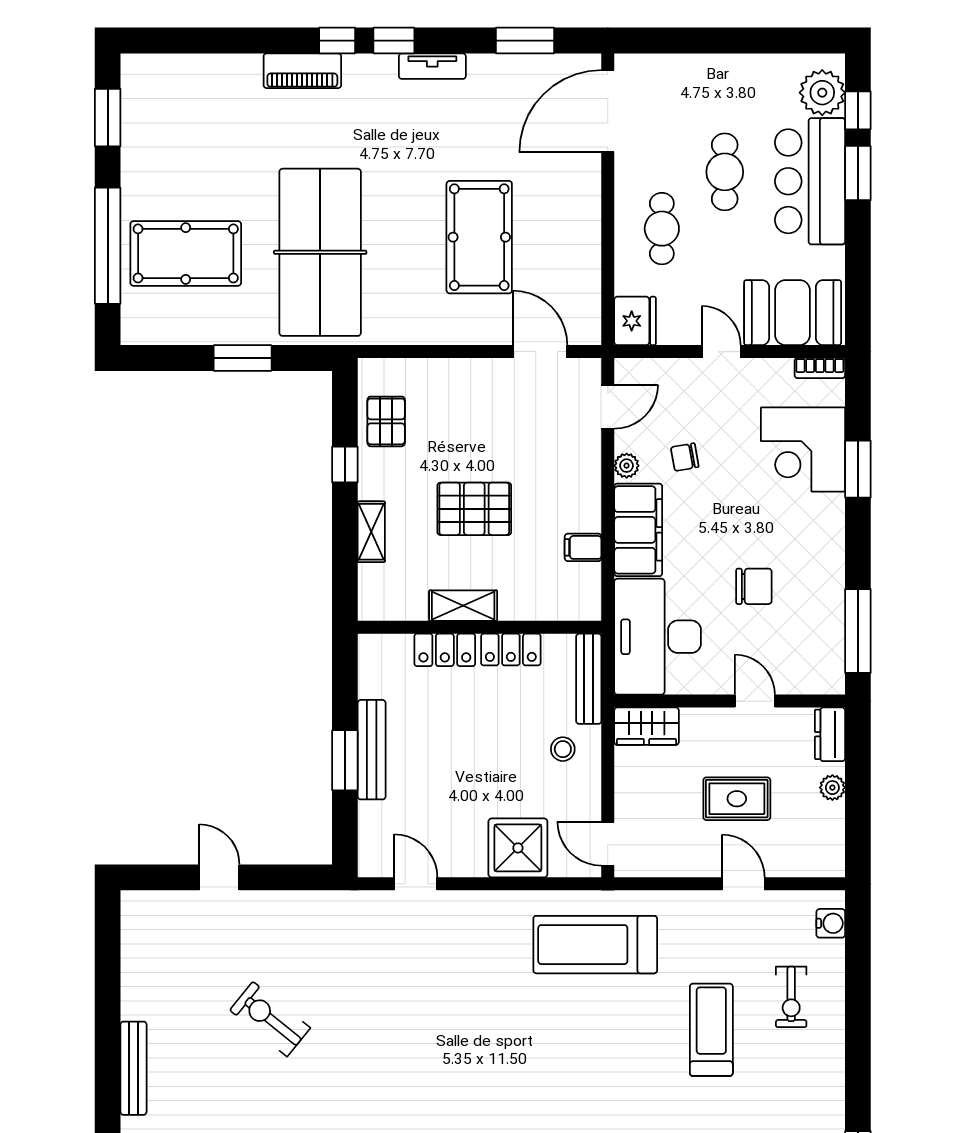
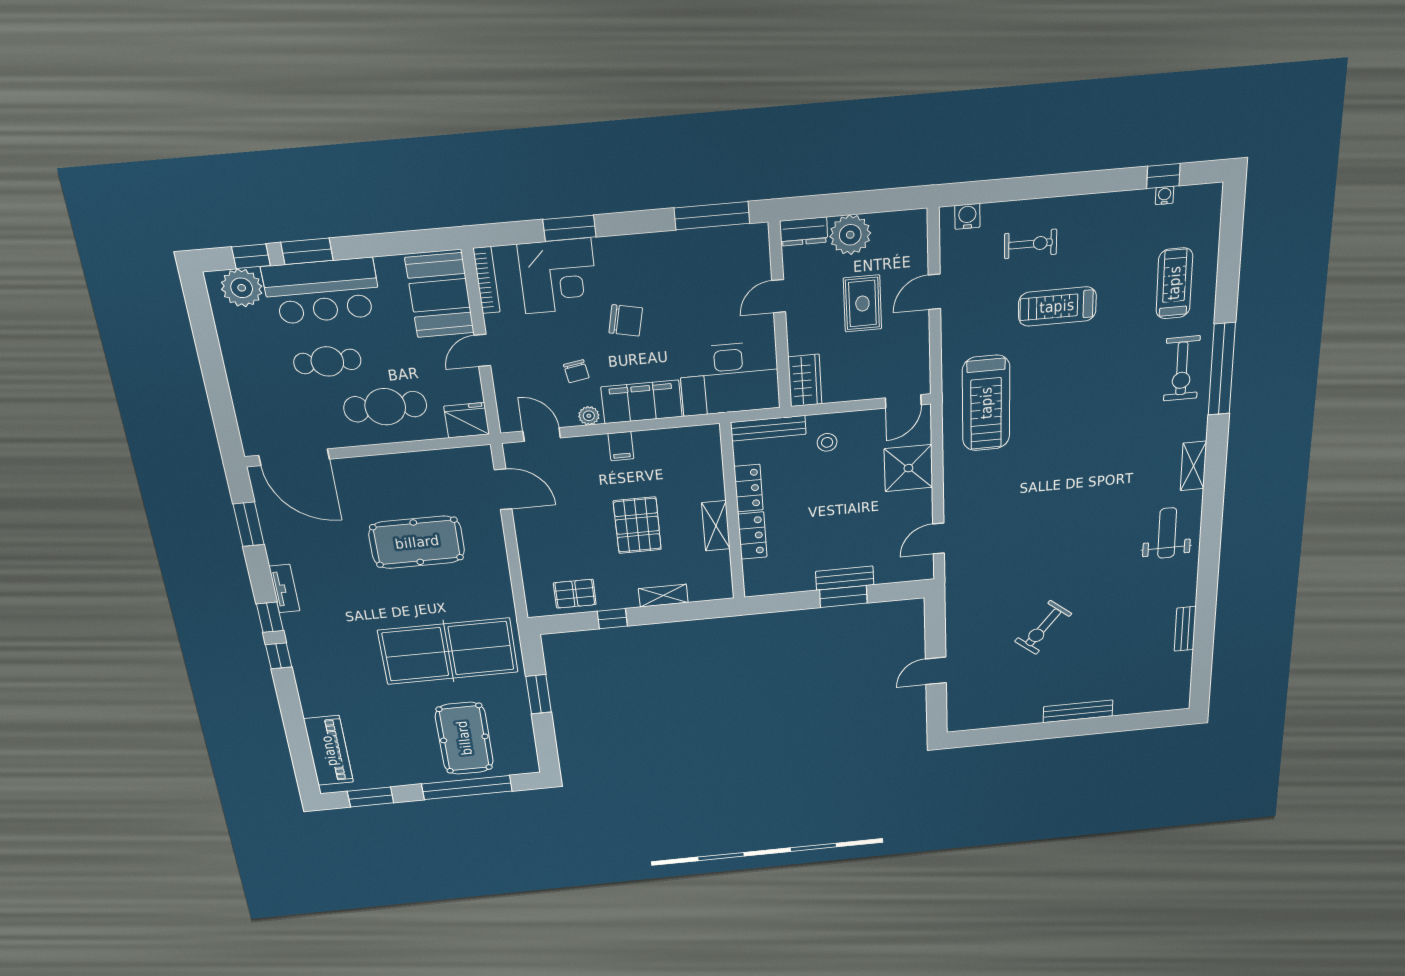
piano: (302, 71) -> (329, 751), moved, width x1.37, depth x1.33
cafe table: (662, 229) -> (385, 407), width x1.37, depth x1.35
door: (540, 352) -> (503, 489), swing flipped
bookcase: (820, 368) -> (487, 280), width x1.56
filing cabinet: (583, 547) -> (621, 446), moved
chair: (754, 586) -> (626, 320), moved, turned 102
bench: (372, 750) -> (845, 578), width x0.73
plant: (832, 788) -> (850, 235), width x1.88, depth x1.88

